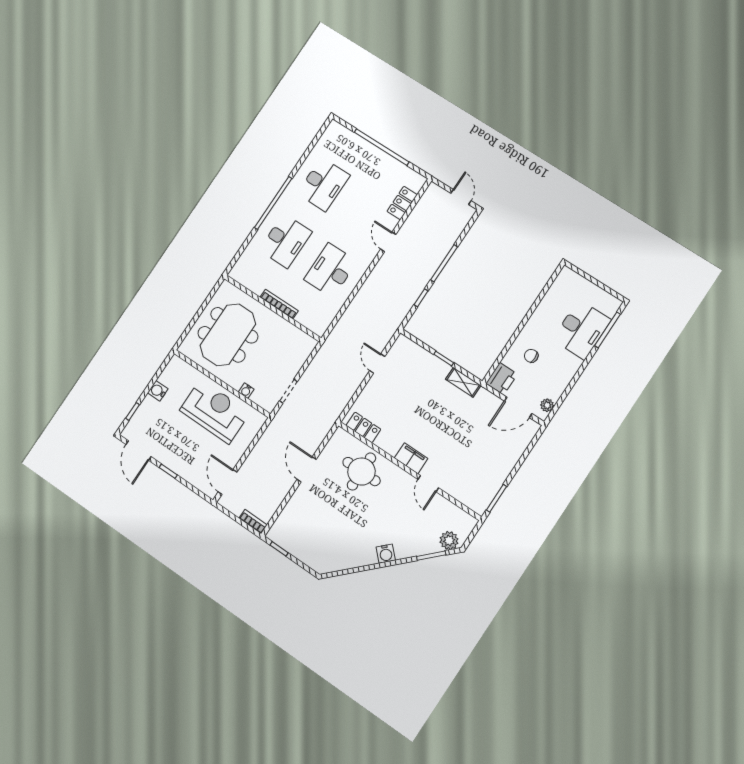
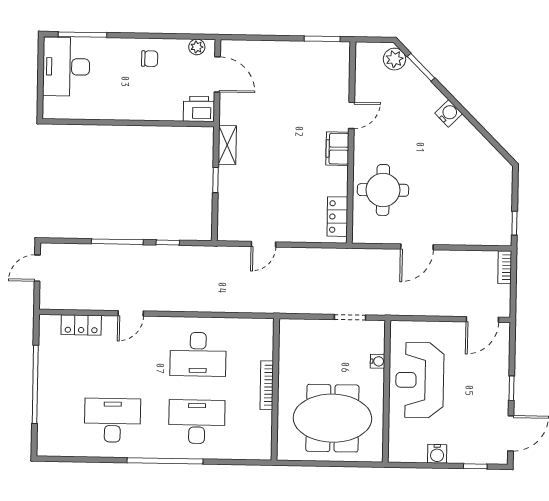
desk: (582, 330) -> (66, 67), moved, turned -90
chair: (531, 356) -> (150, 59), moved, turned -90

